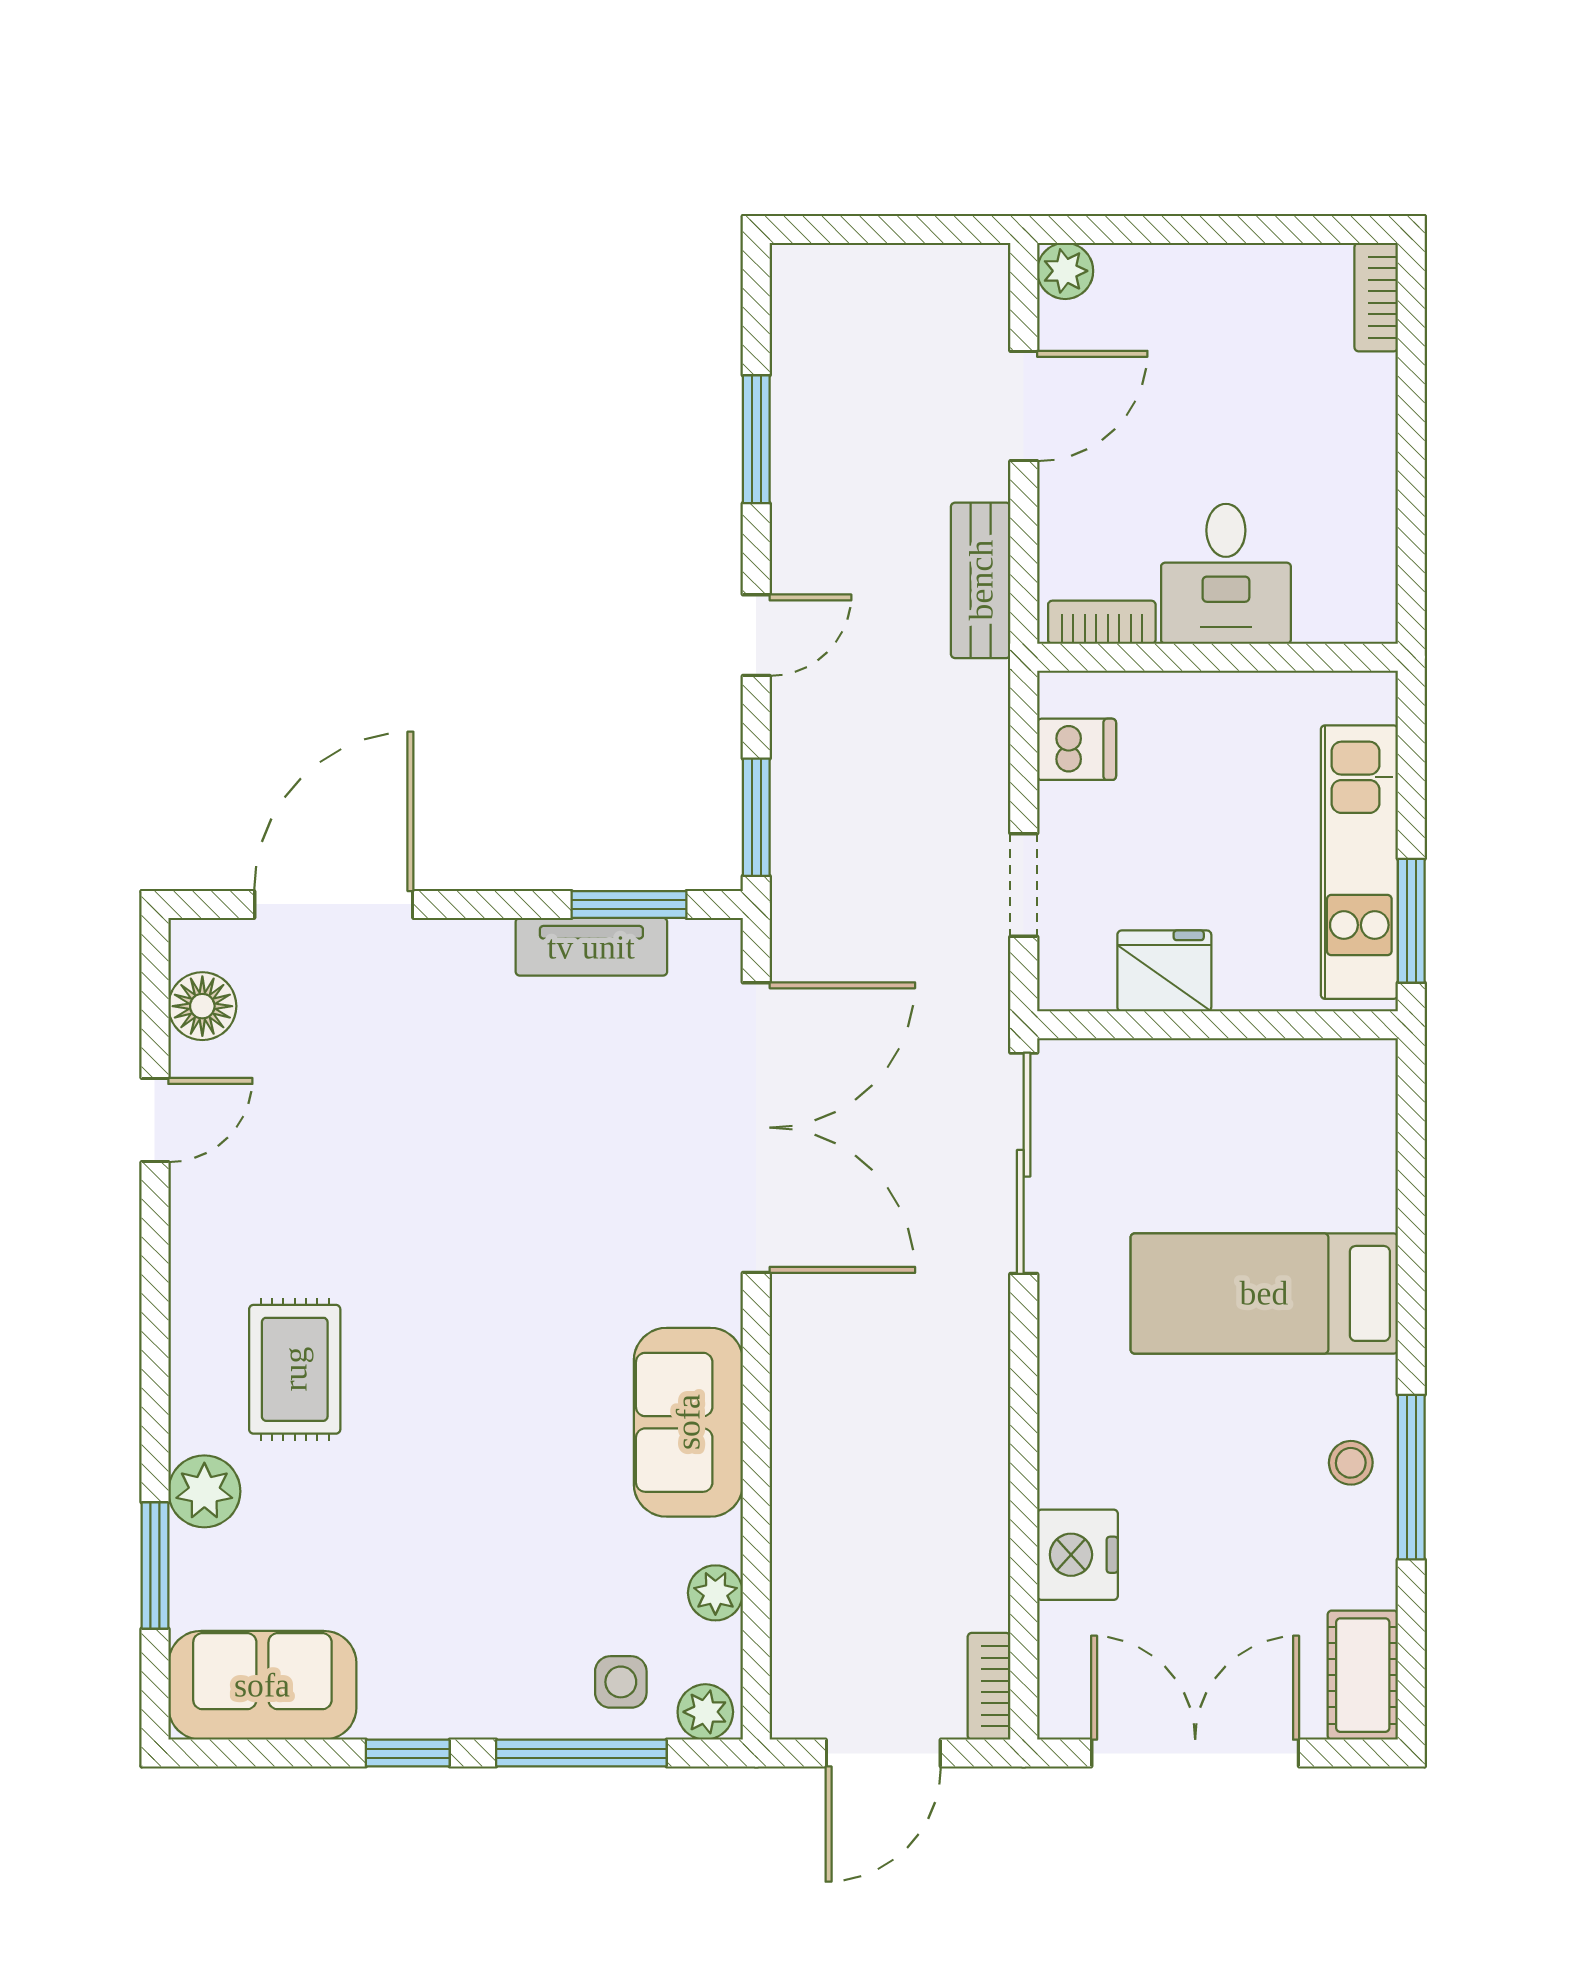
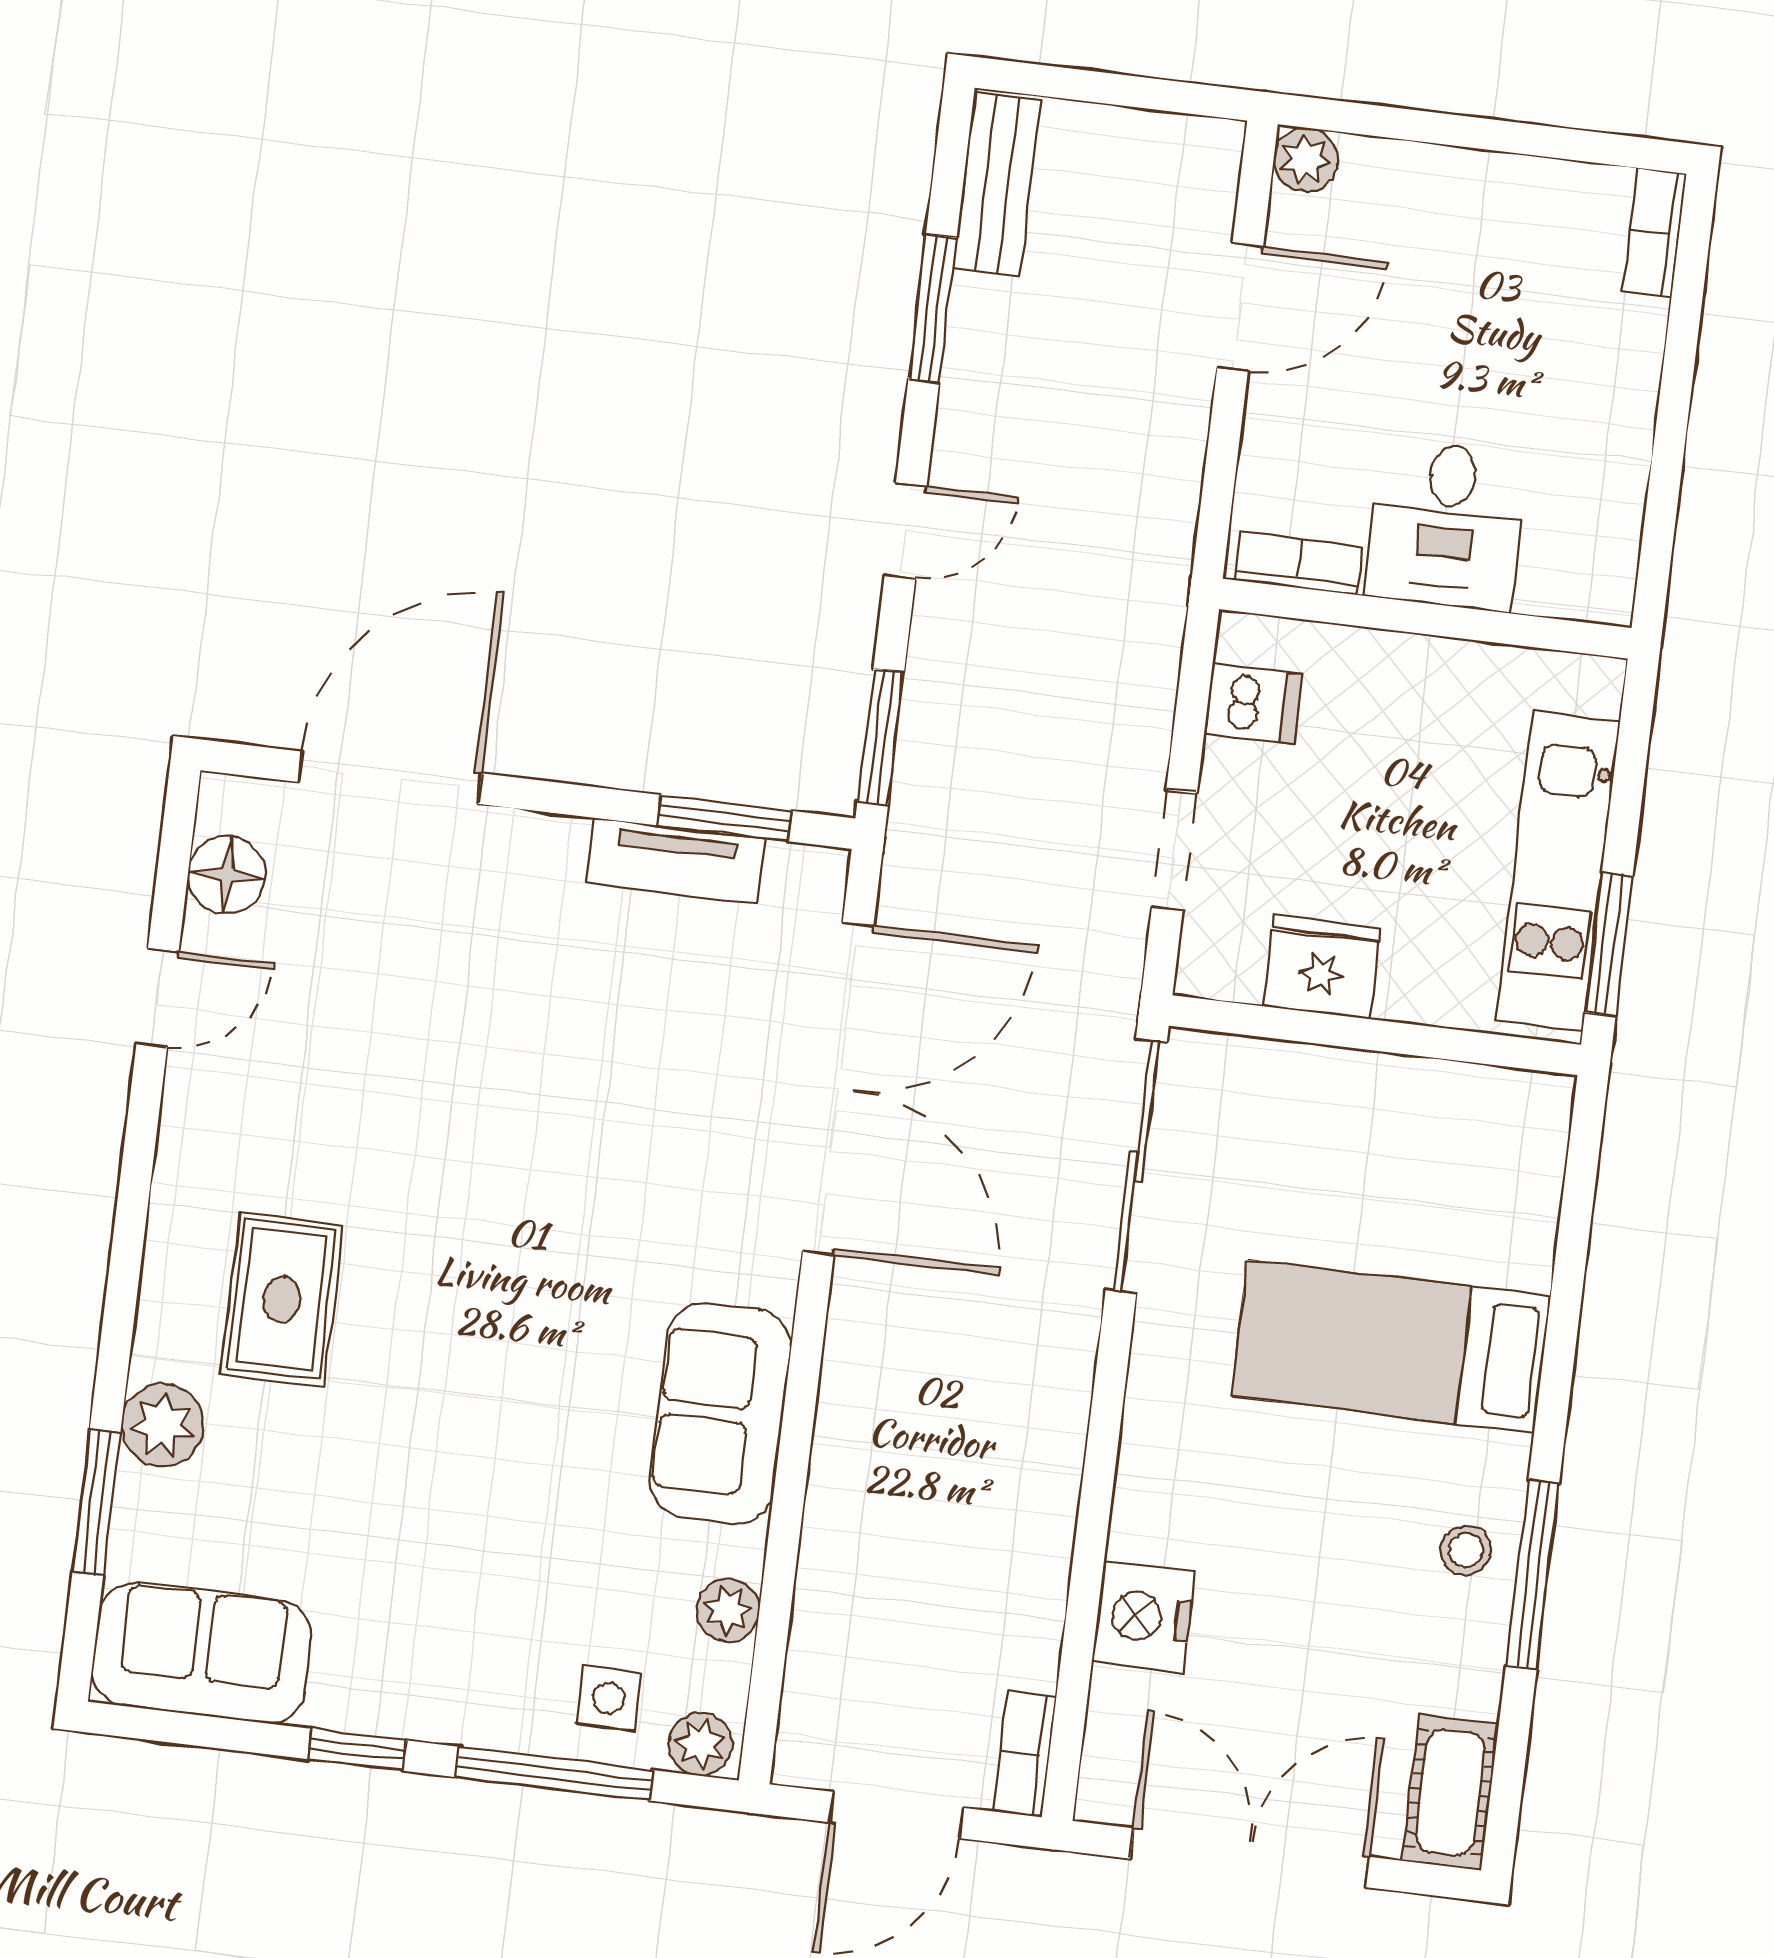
bench: (981, 580) -> (997, 184), moved

